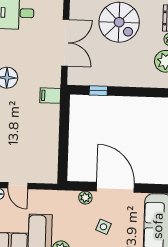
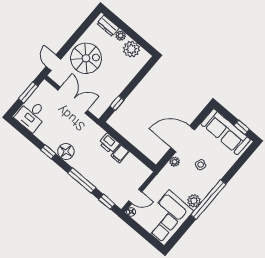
filing cabinet: (50, 96) -> (120, 154), moved
printer: (51, 115) -> (109, 143), added

